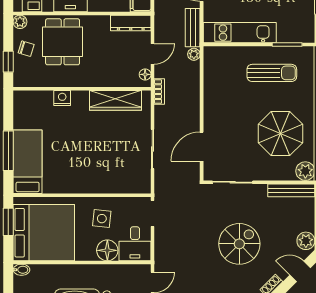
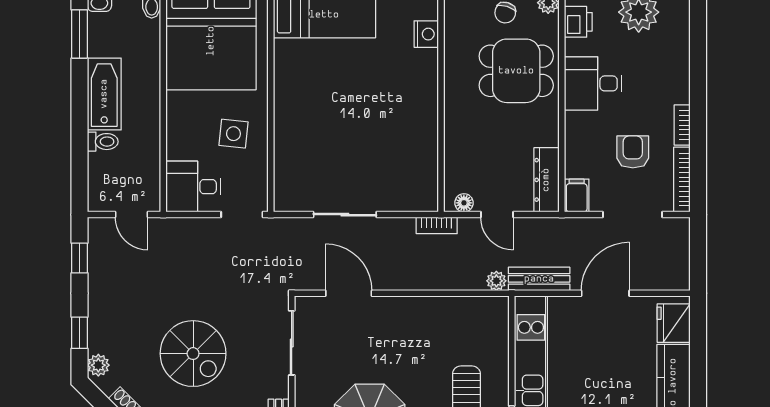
nightstand: (62, 98) -> (426, 34), moved
wardrobe: (115, 100) -> (422, 155), removed
floor lamp: (107, 250) -> (183, 142), removed

